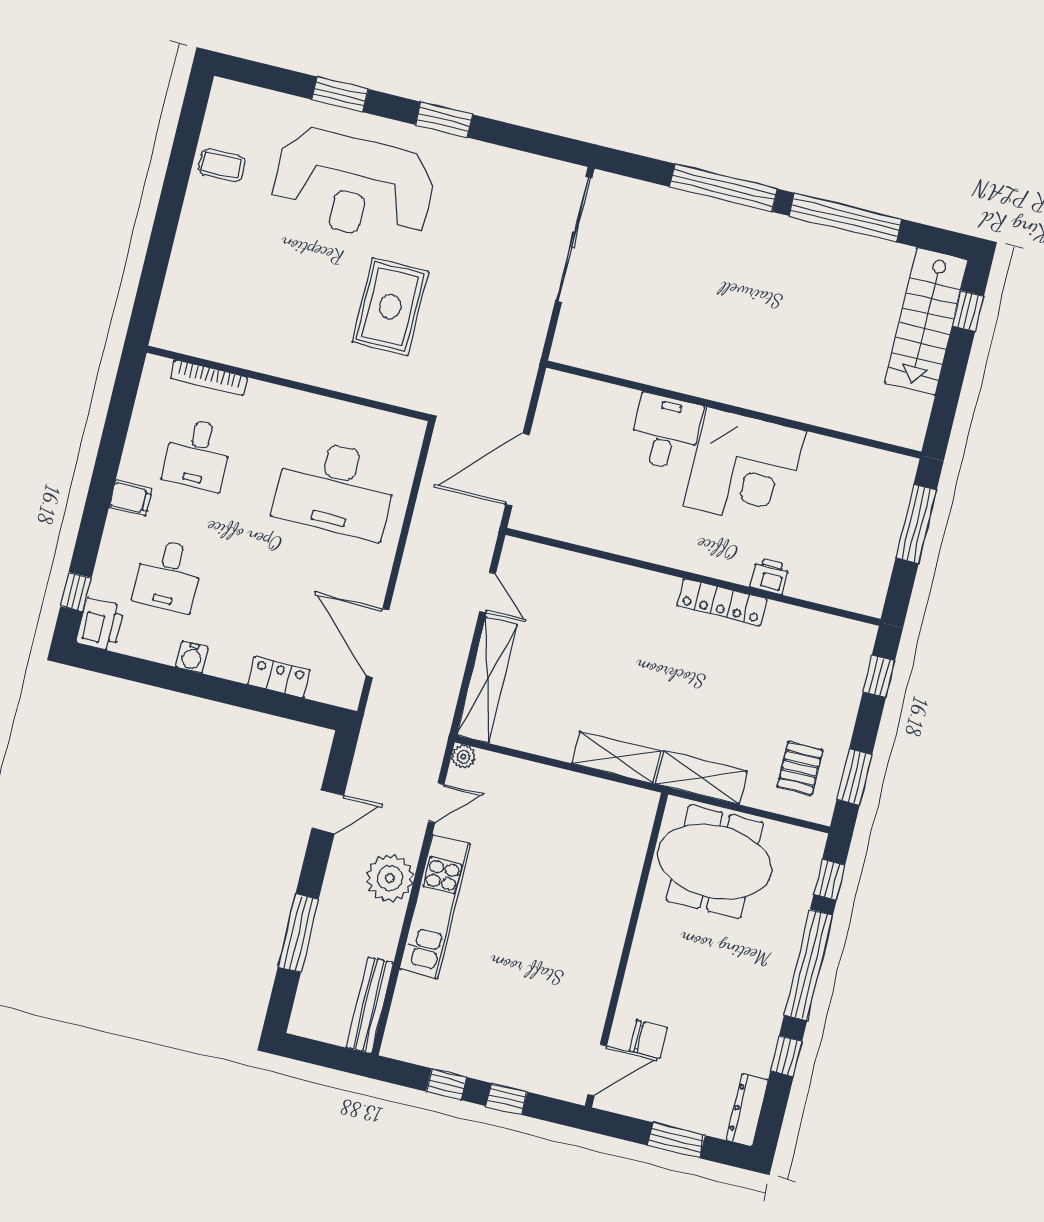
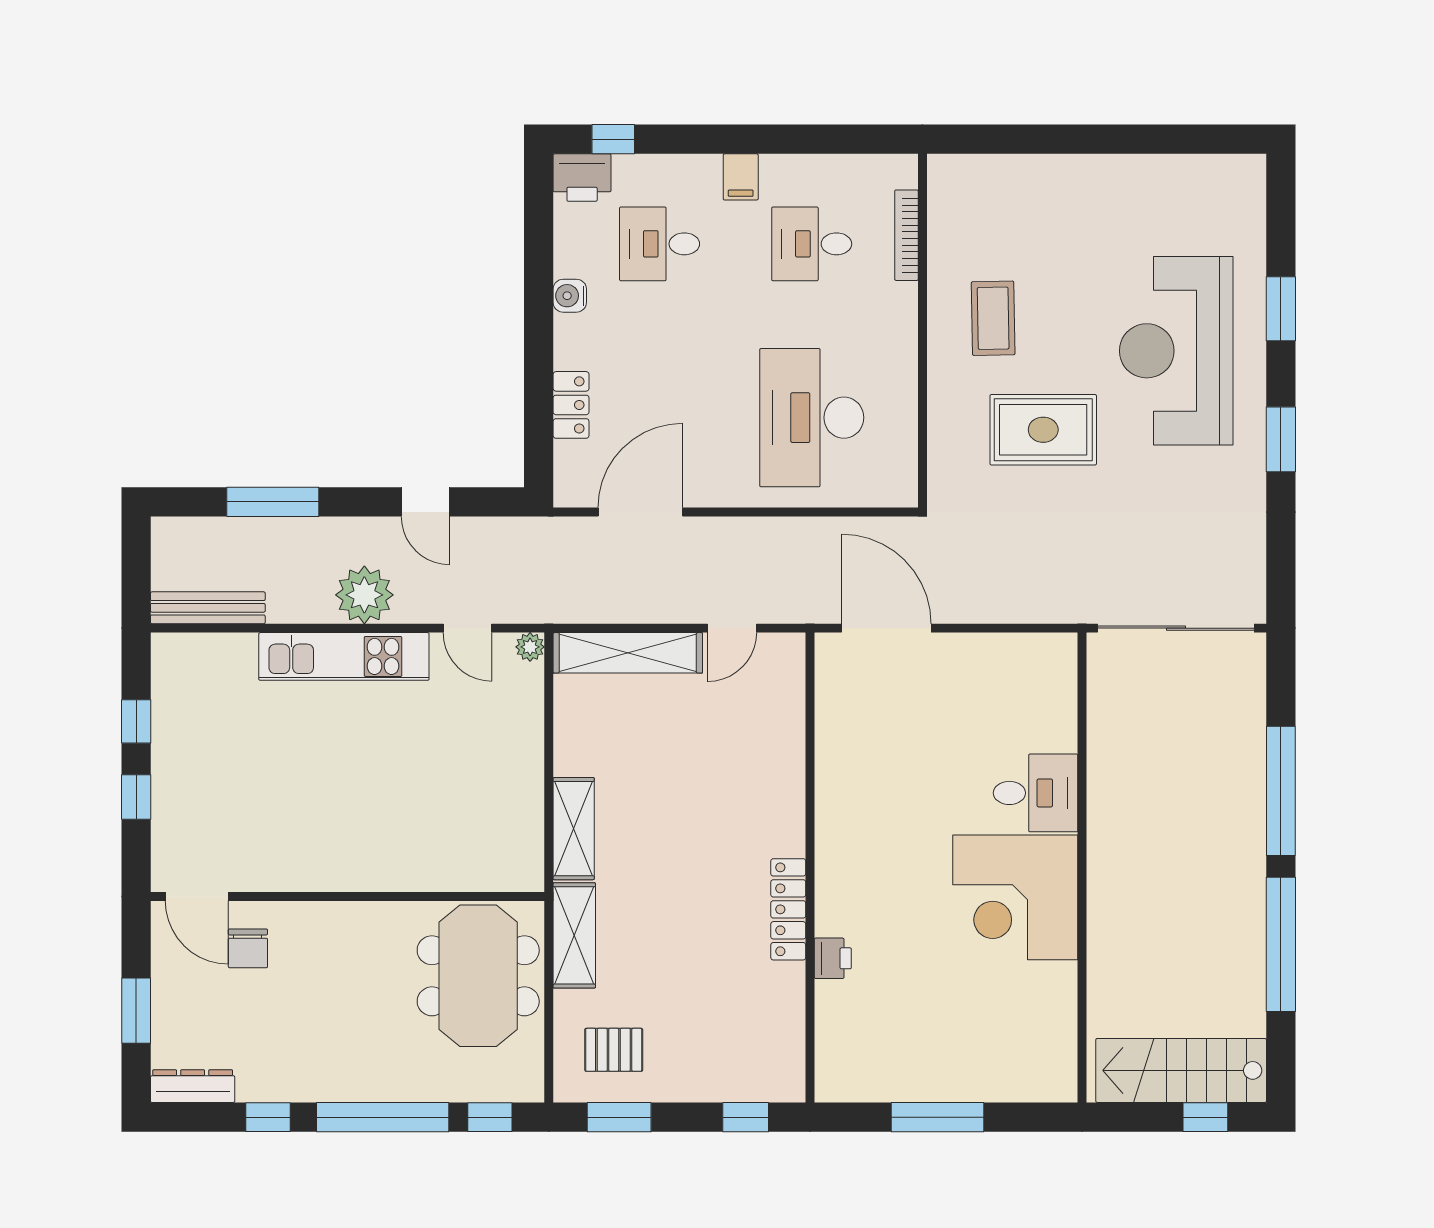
coffee table: (222, 165) -> (993, 318), moved, width x1.36, depth x1.30
wall: (734, 410) -> (1082, 868), moved
desk: (665, 432) -> (1036, 793), moved
corner desk: (745, 468) -> (1015, 897), moved

